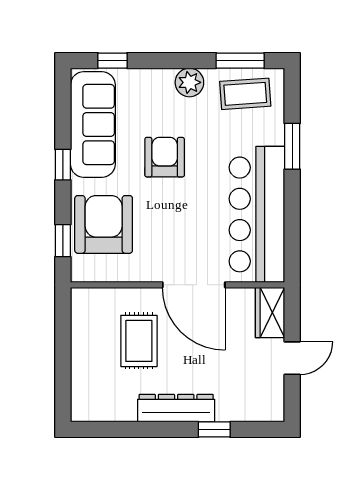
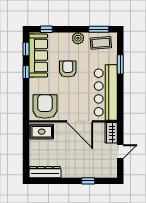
armchair: (104, 224) -> (45, 106), moved
window: (63, 241) -> (26, 49), moved
rug: (139, 341) -> (42, 132), moved, turned 90
dresser: (176, 408) -> (45, 172), moved

